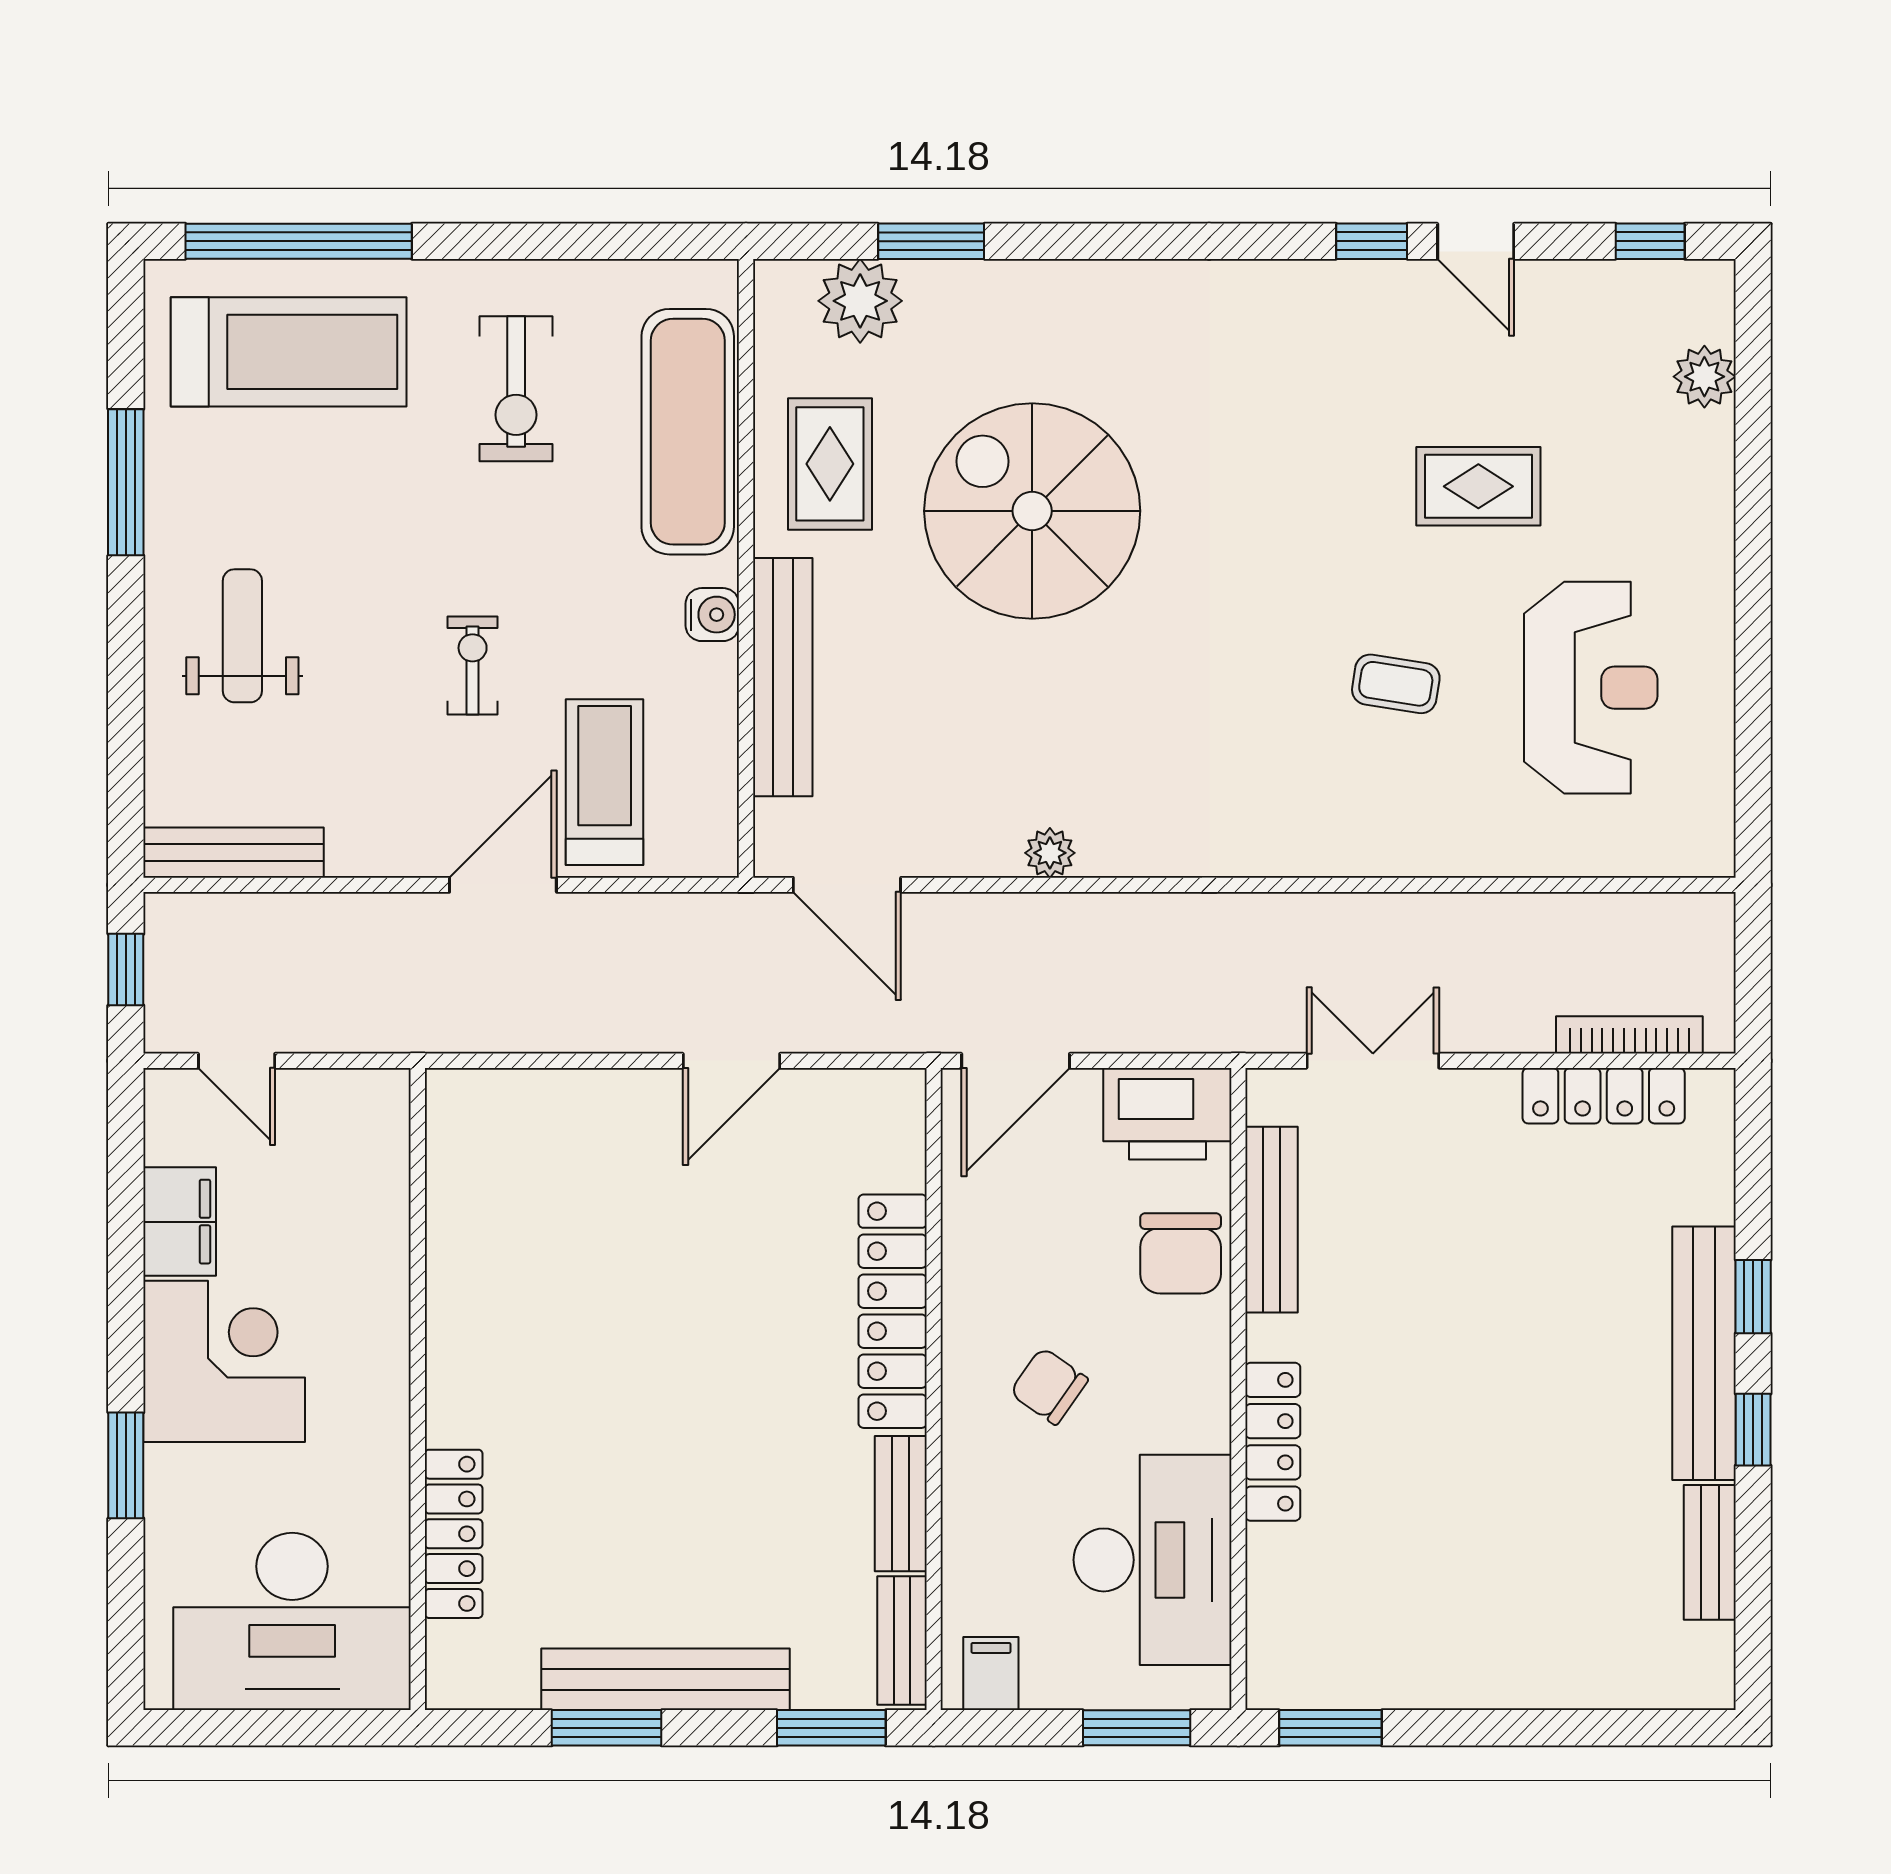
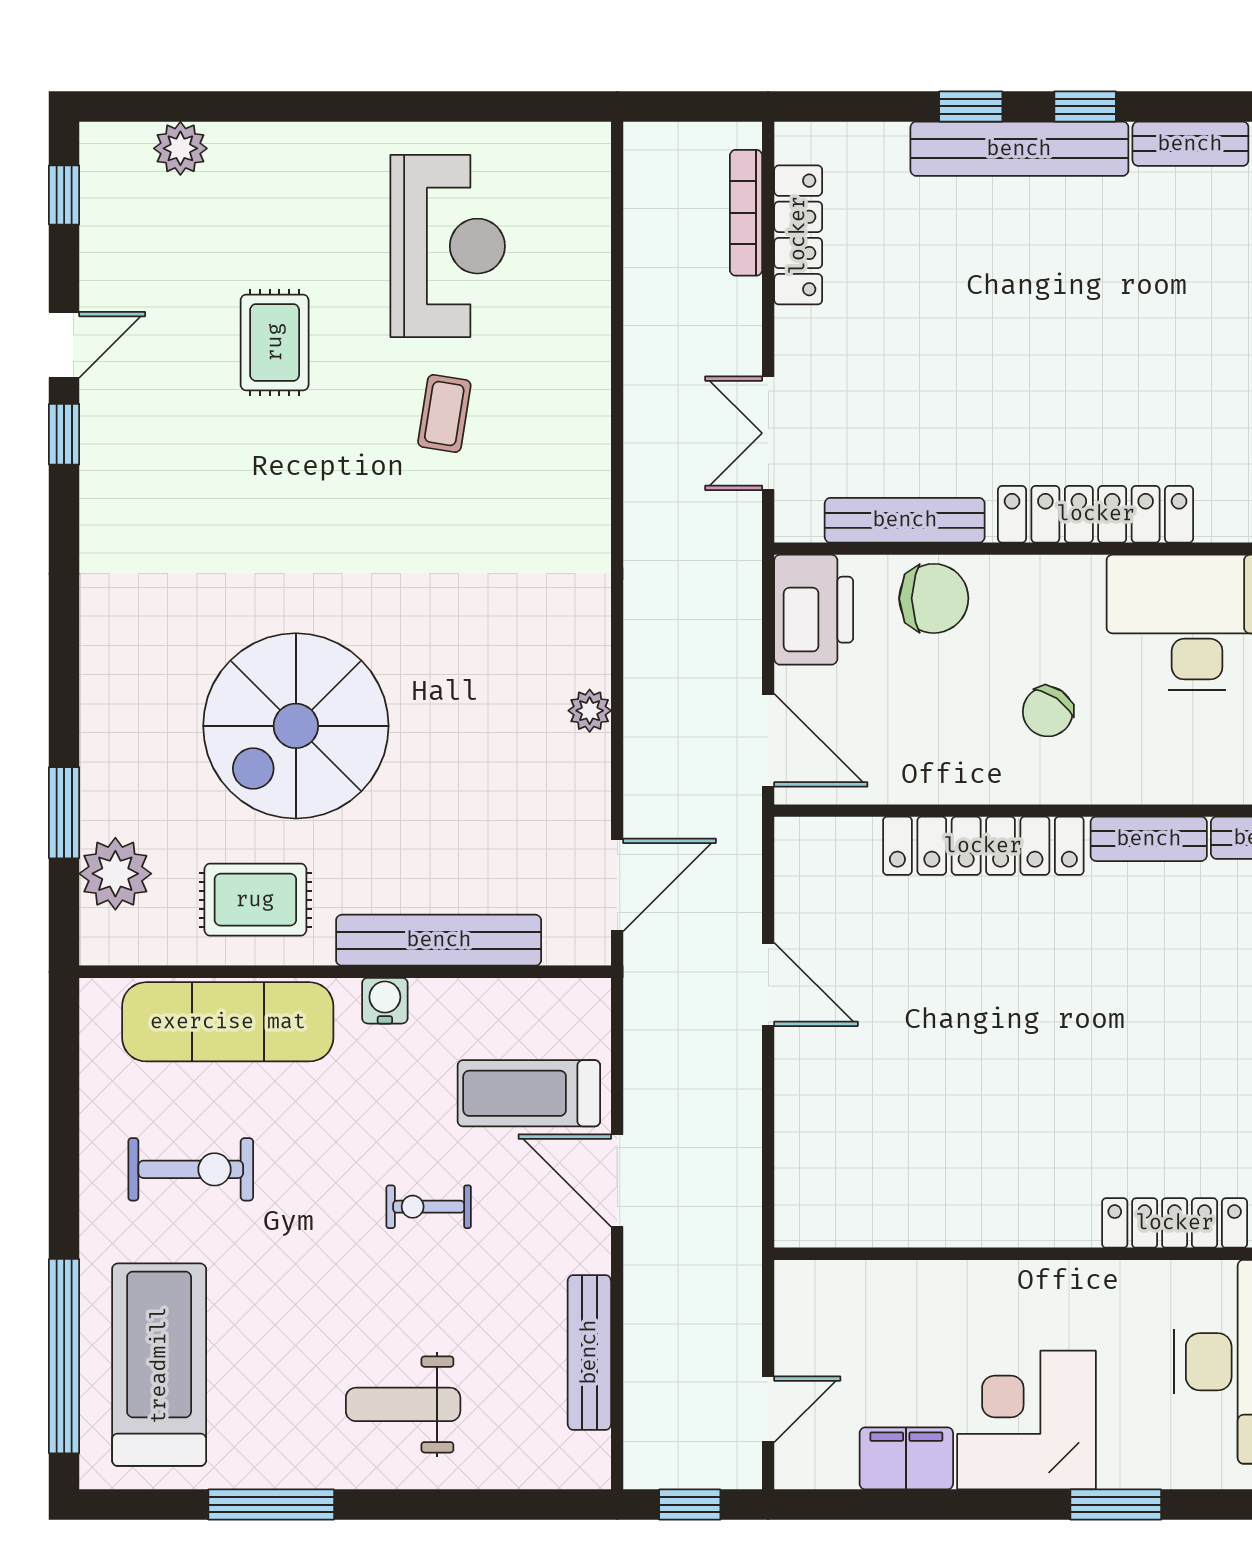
reception desk: (1591, 688) -> (448, 246), turned 90
bench: (233, 853) -> (589, 1352), moved
locker: (1273, 1442) -> (1096, 514), width x1.41, depth x1.21

